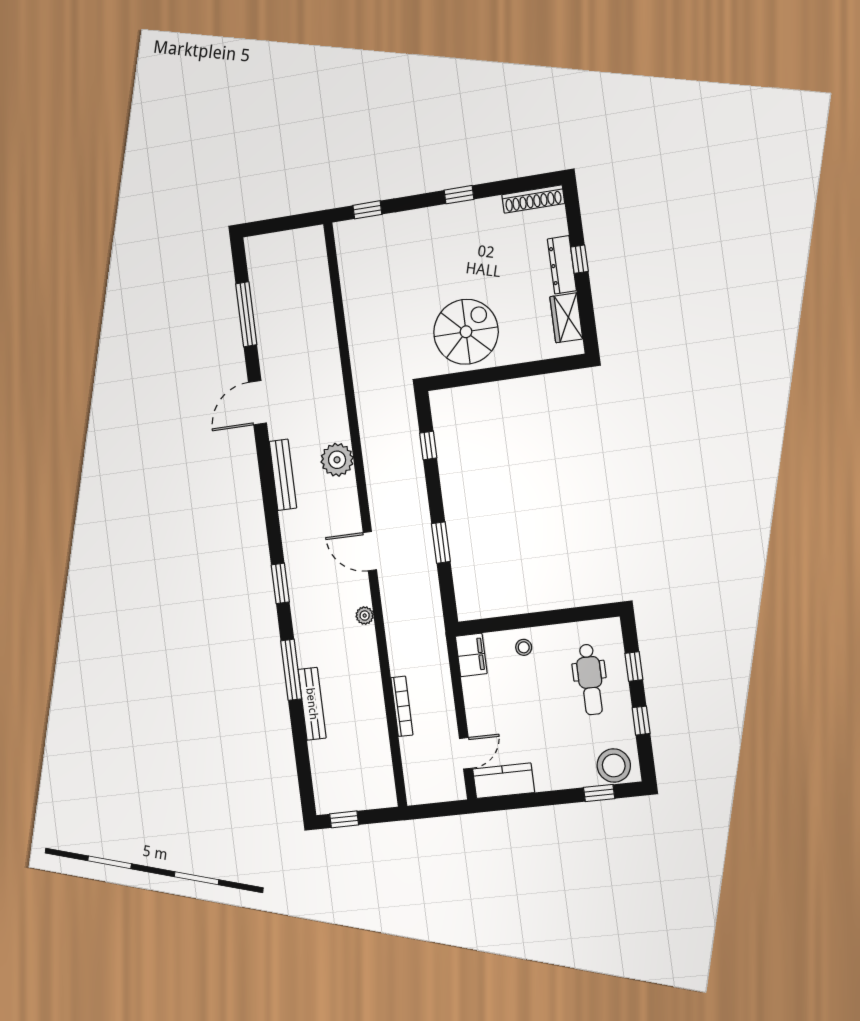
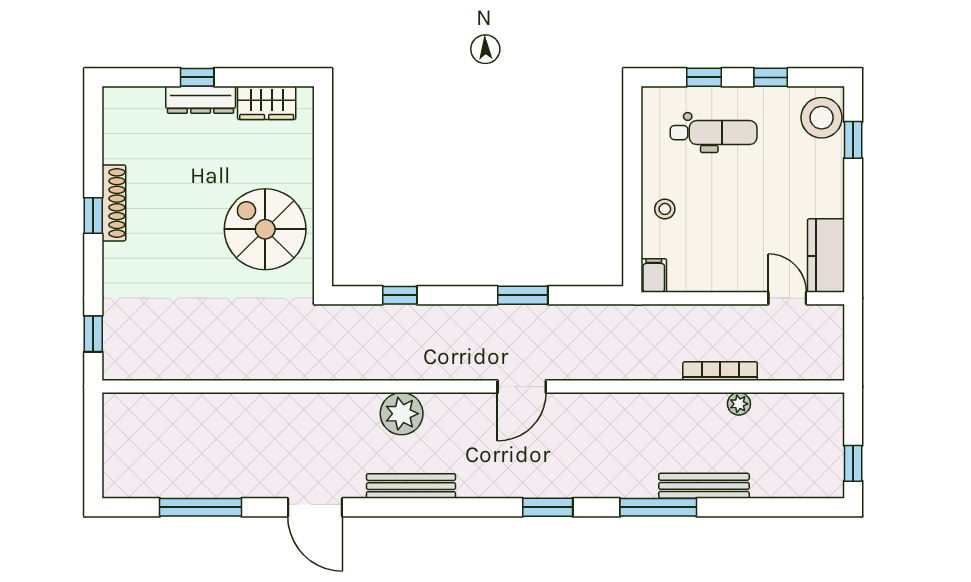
shoe rack: (533, 199) -> (114, 203), moved
plant: (365, 616) -> (739, 404), moved
filing cabinet: (471, 655) -> (654, 275), width x0.50

